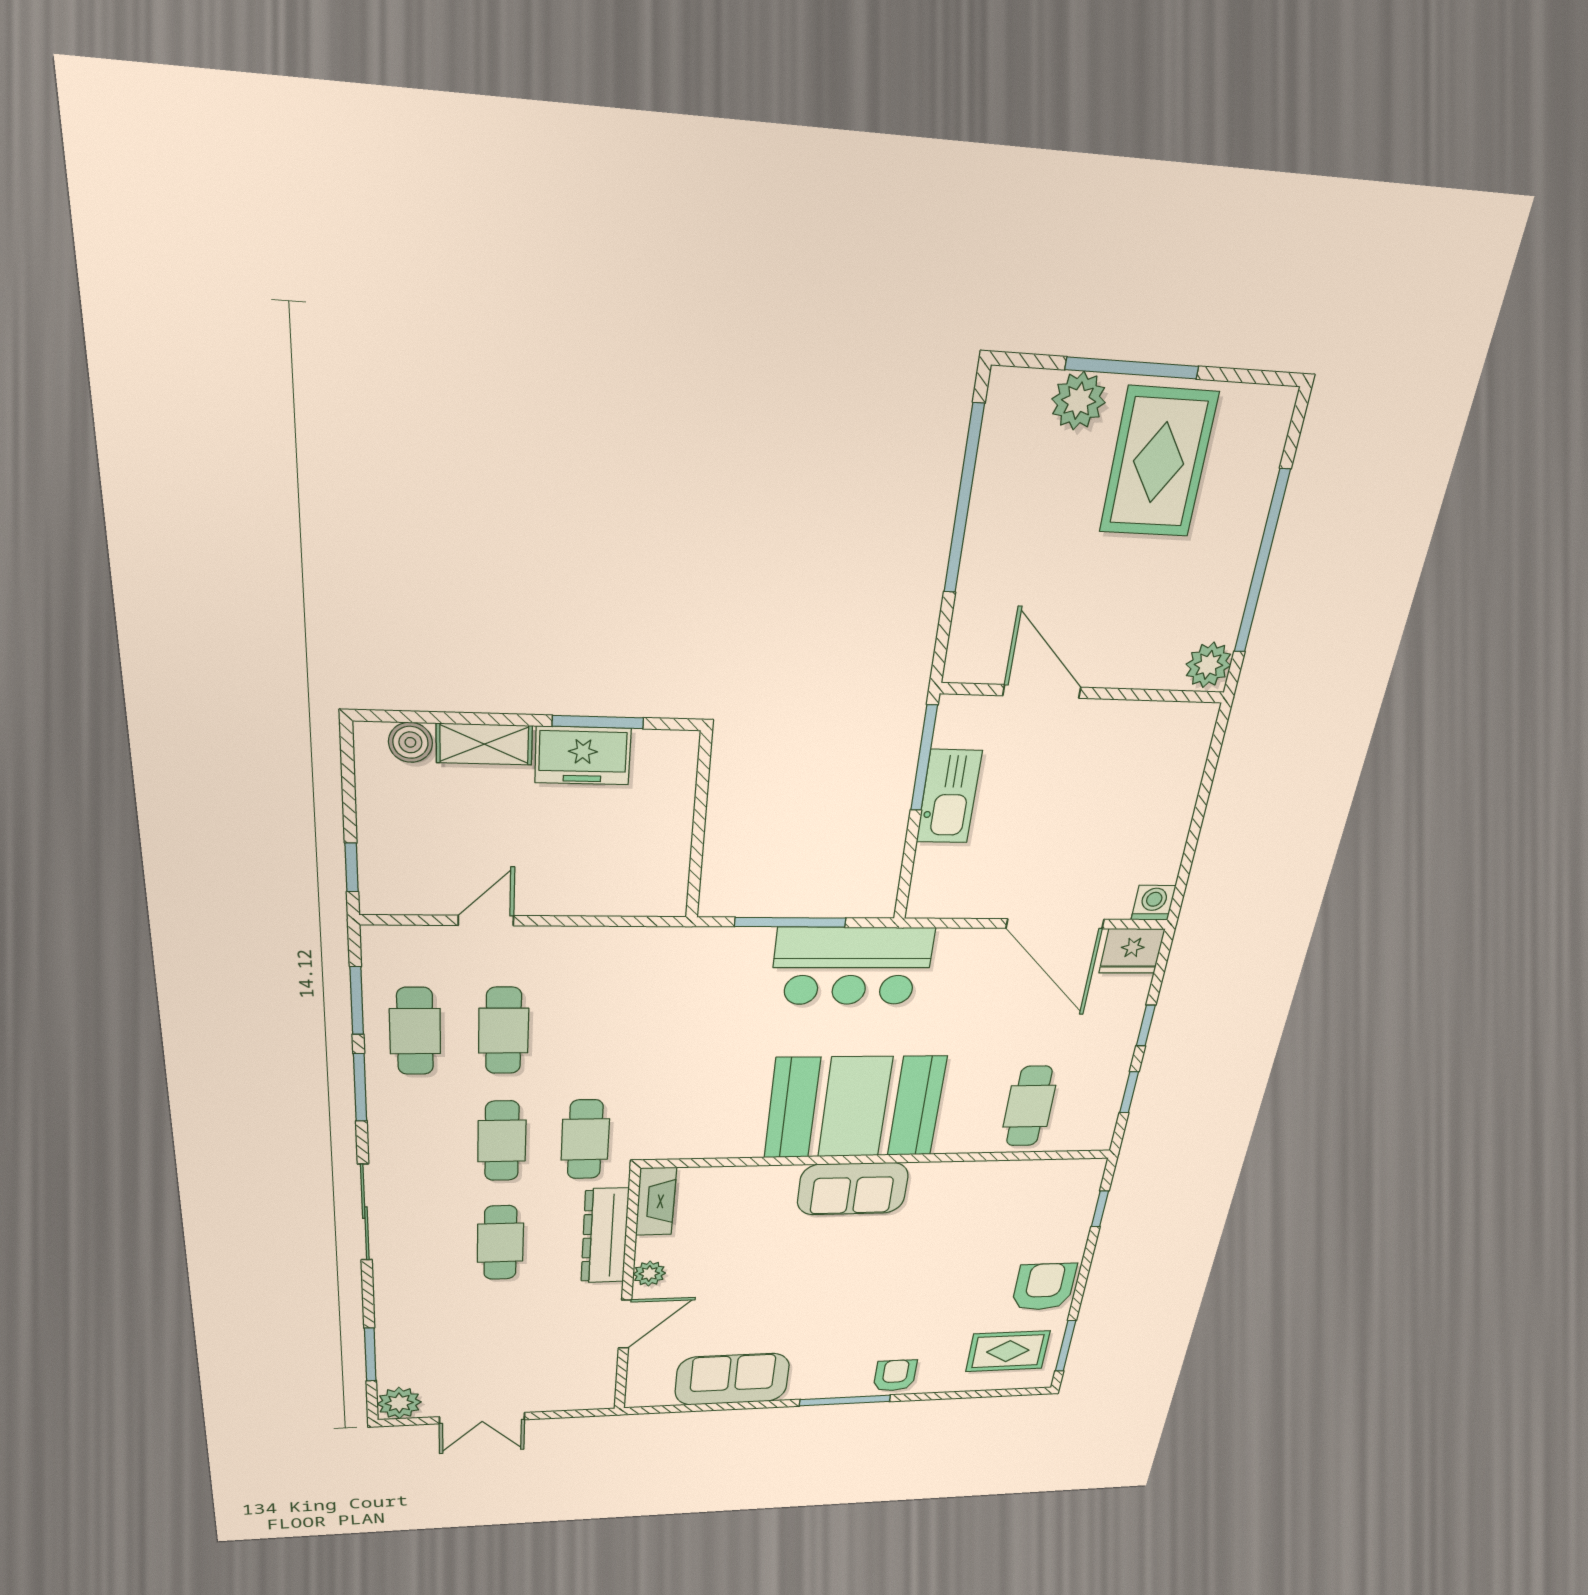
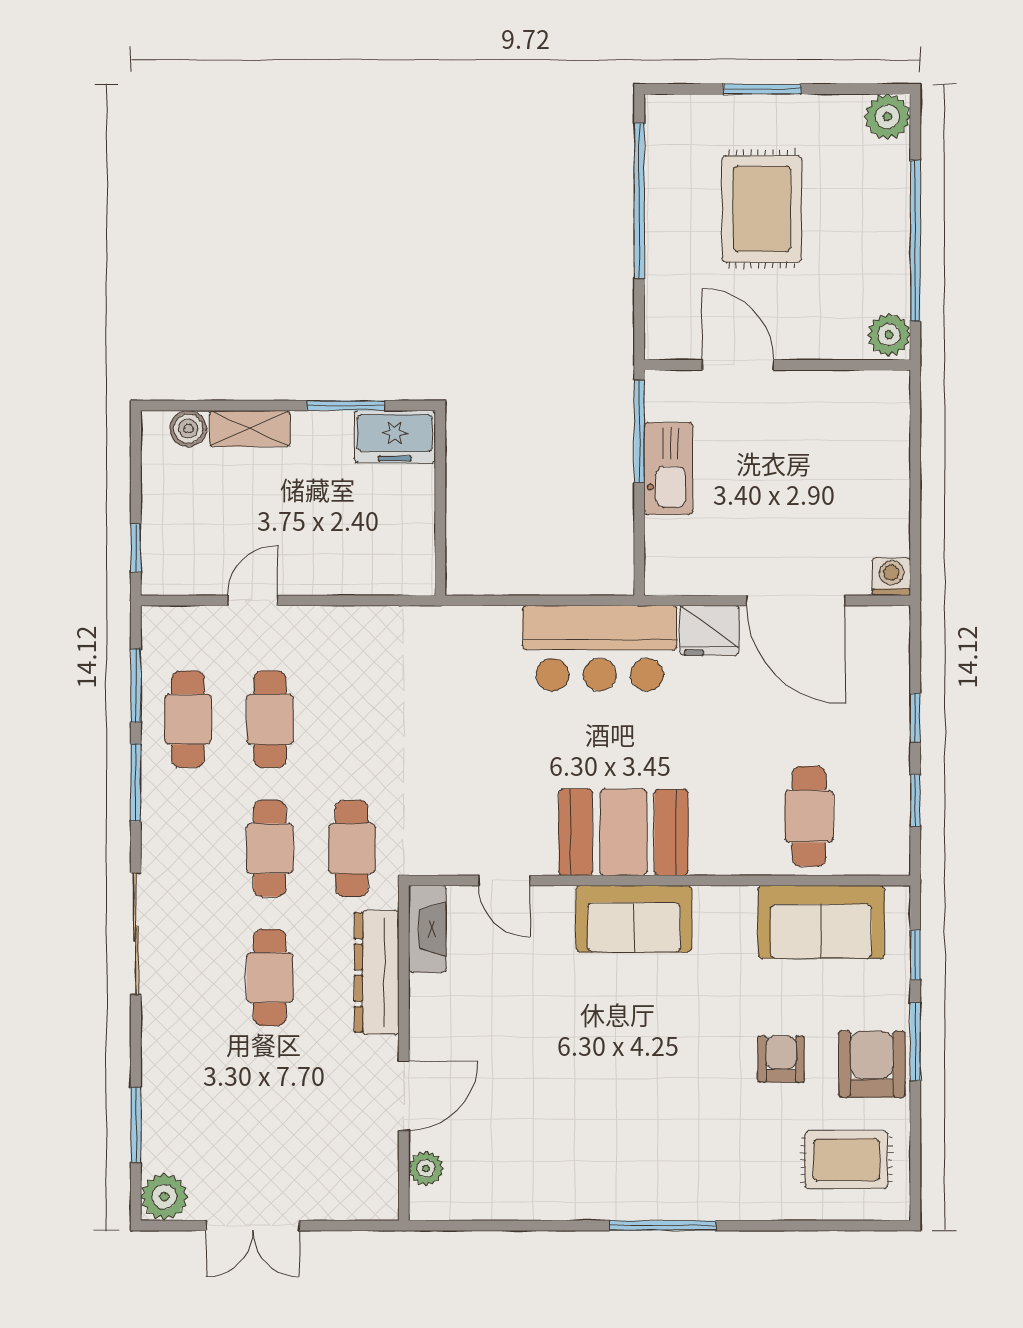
window: (1132, 368) -> (762, 89), width x0.69
plant: (1079, 401) -> (887, 117), moved
rug: (1159, 463) -> (762, 209), moved
freezer: (583, 756) -> (395, 437), moved
window: (790, 922) -> (534, 600), removed
fridge: (1132, 951) -> (709, 631), moved
booth: (855, 1107) -> (623, 832), width x0.73, depth x0.70
door: (734, 1162) -> (504, 880), added
plant: (649, 1274) -> (426, 1168), moved
window: (1066, 1346) -> (915, 1042), moved
armchair: (895, 1375) -> (781, 1059), moved
sofa: (732, 1379) -> (821, 922), moved, turned 180

